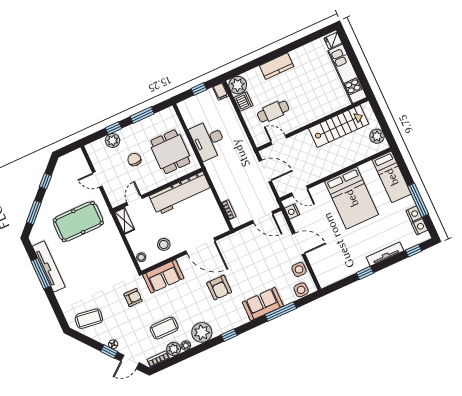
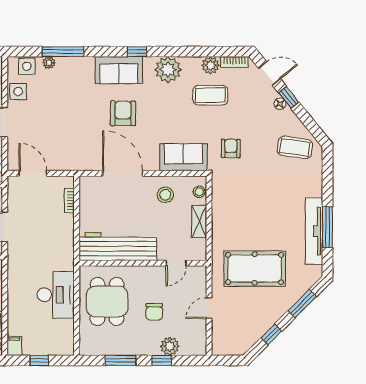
door: (97, 179) -> (209, 308), swing flipped
shelving: (124, 221) -> (199, 222), moved
armchair: (133, 298) -> (231, 148), turned 90
sofa: (263, 304) -> (119, 70), moved
plant: (186, 346) -> (49, 63), moved

